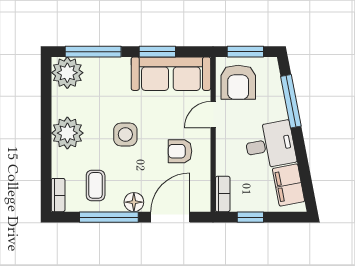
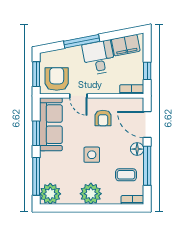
armchair: (238, 82) -> (57, 79), turned -90
window: (291, 101) -> (82, 41), moved

